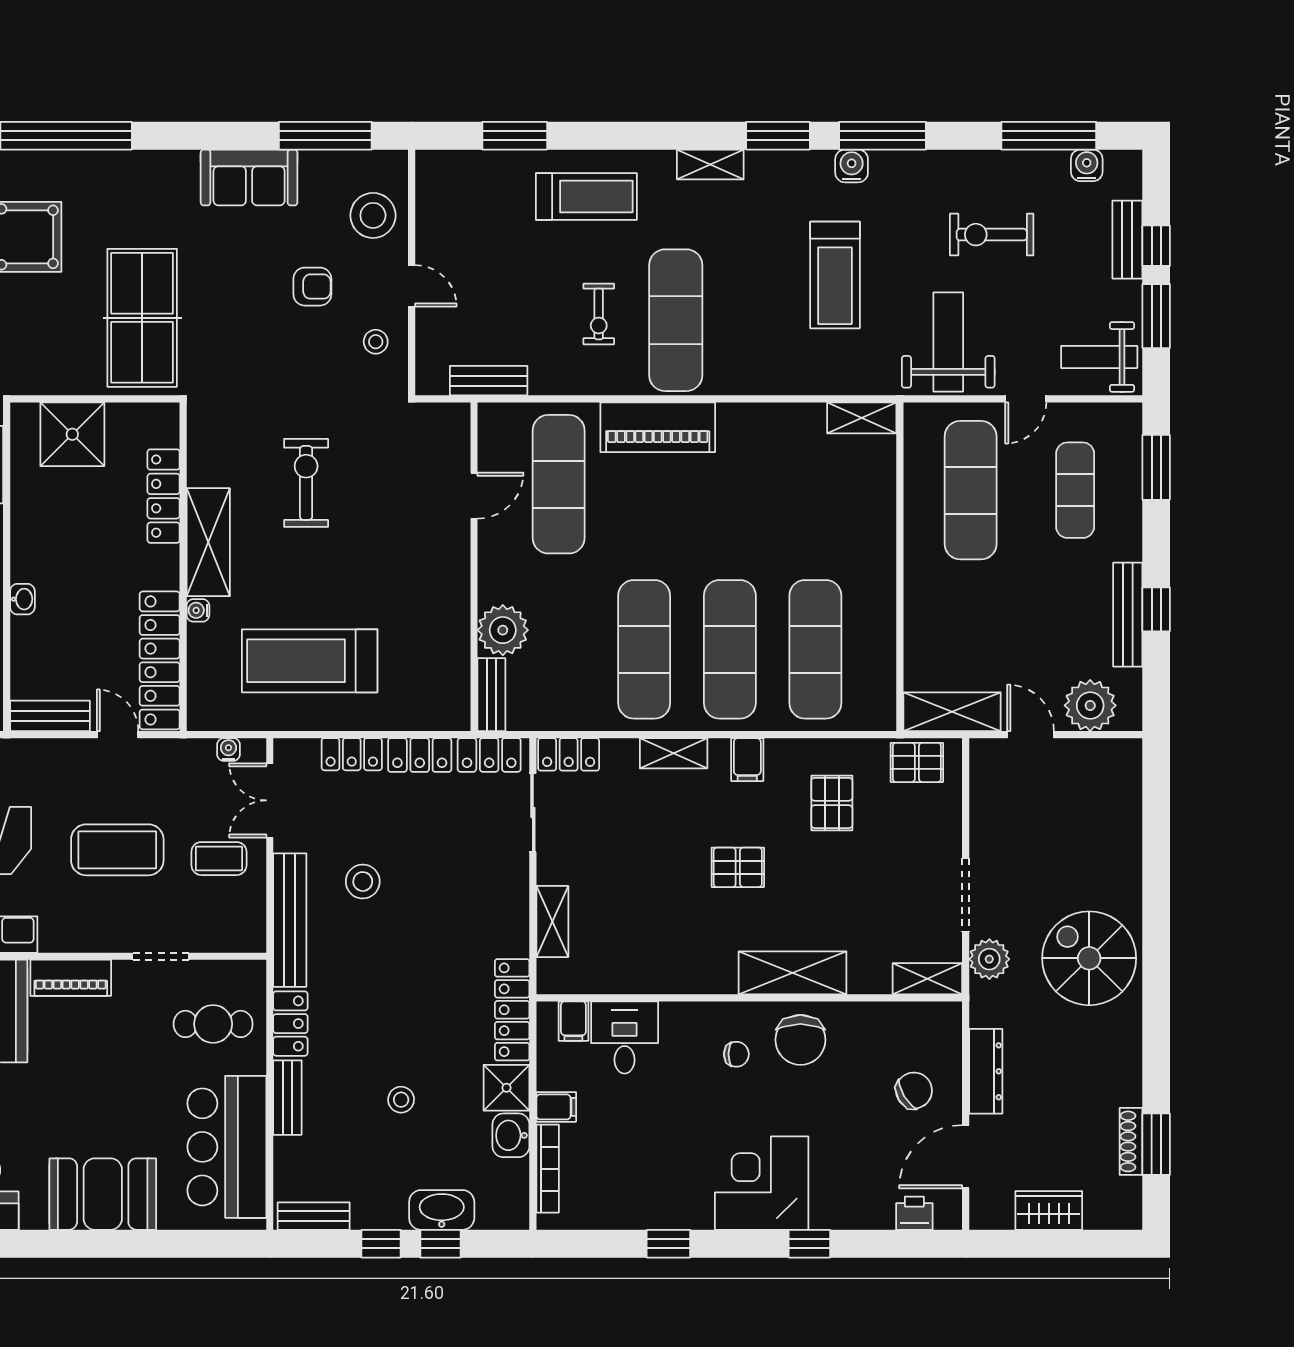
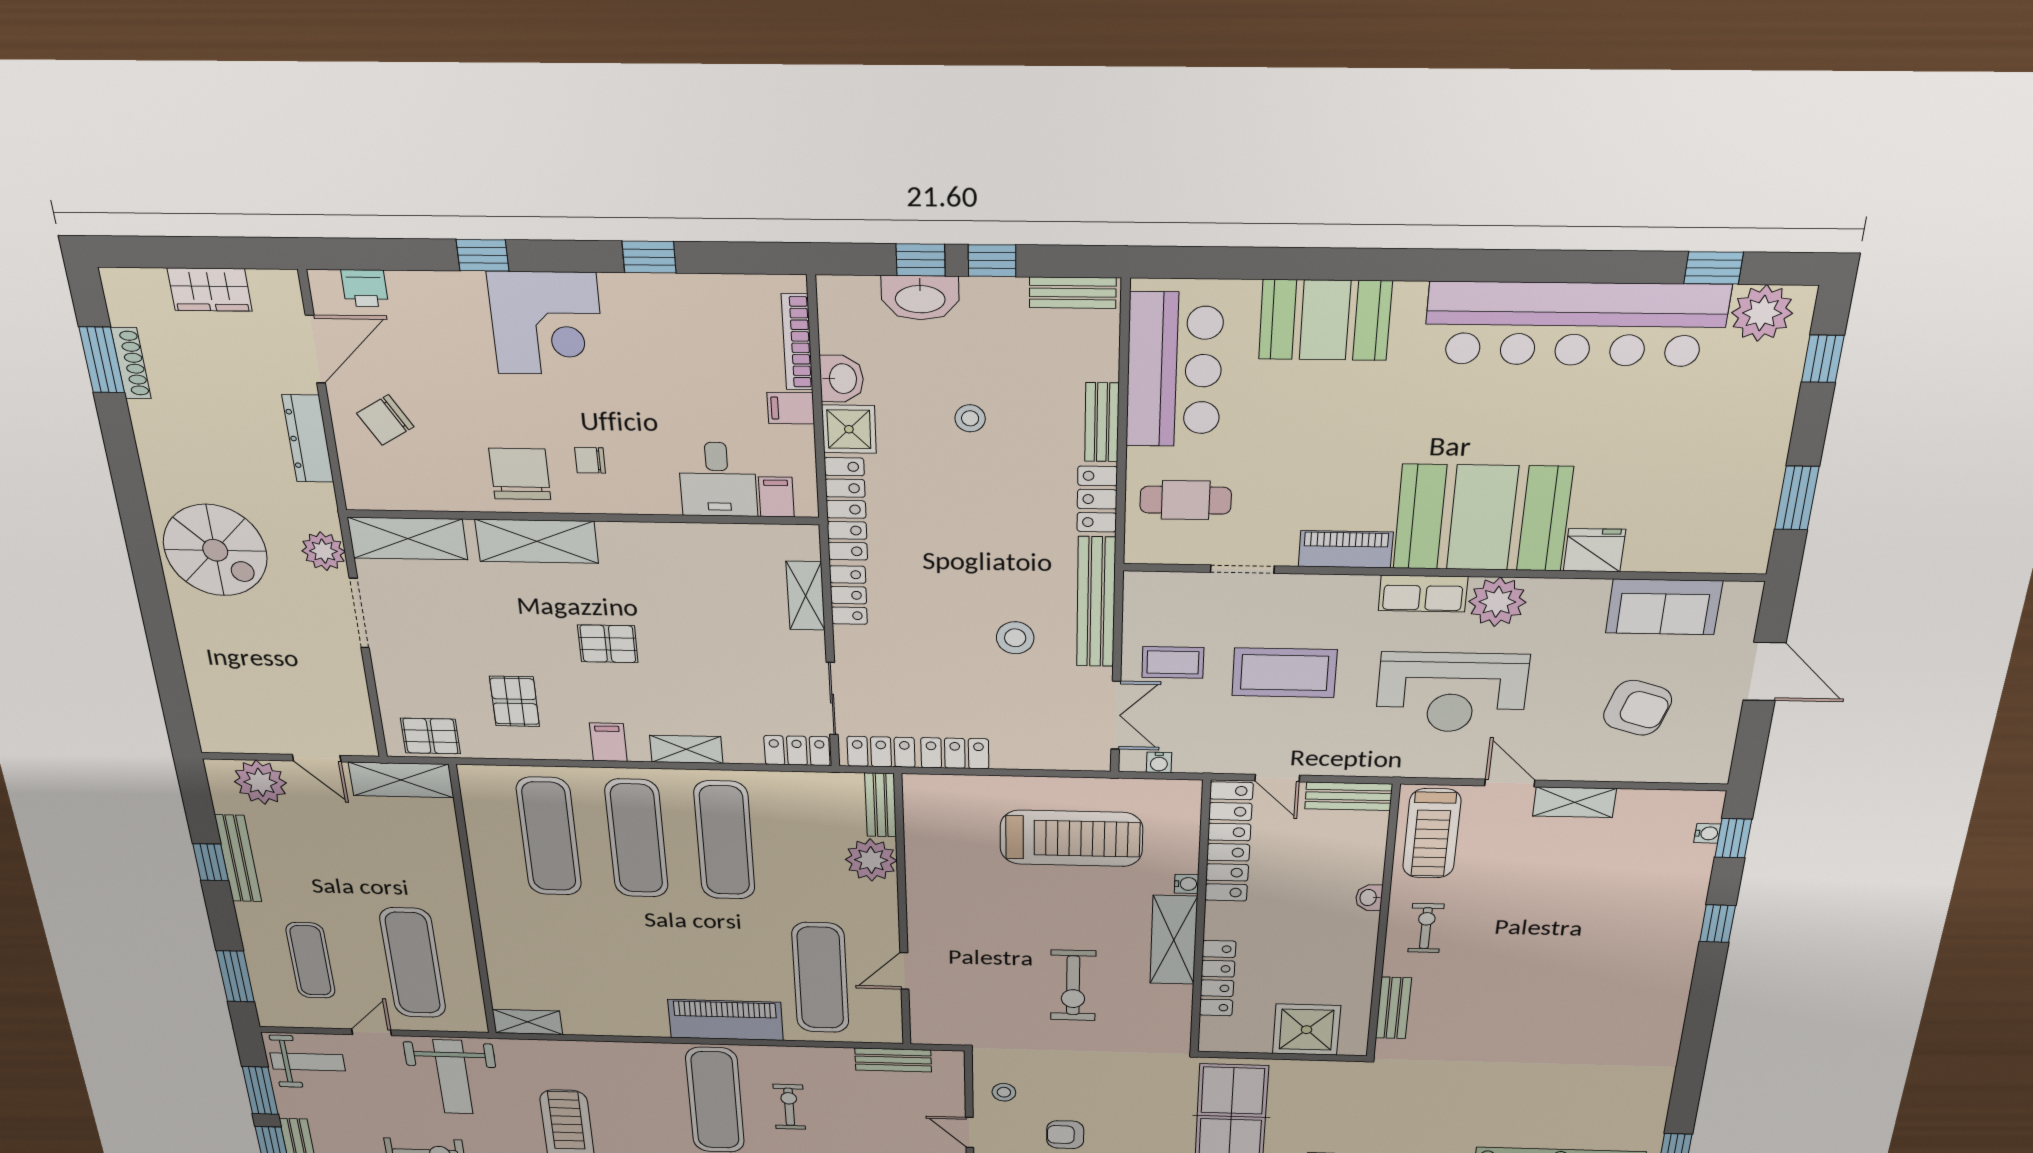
locker: (352, 754) -> (848, 595), moved, turned 90
shelving: (927, 979) -> (408, 539), width x1.50, depth x1.33

